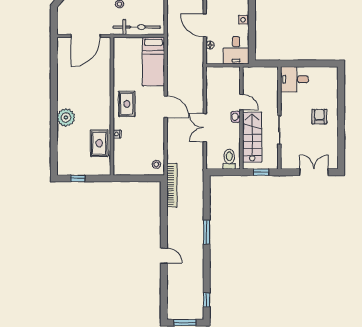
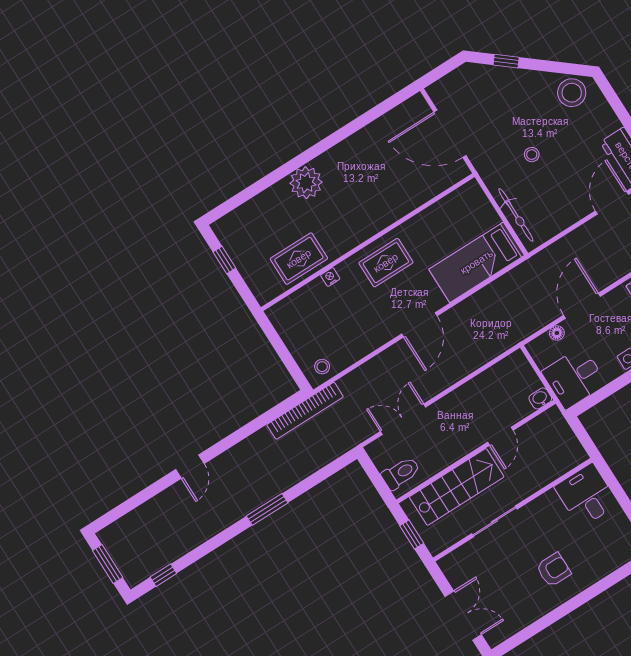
bicycle: (137, 27) -> (516, 215), width x0.73, depth x0.71
washbasin: (236, 117) -> (540, 398), moved
double door: (205, 128) -> (403, 419), moved

